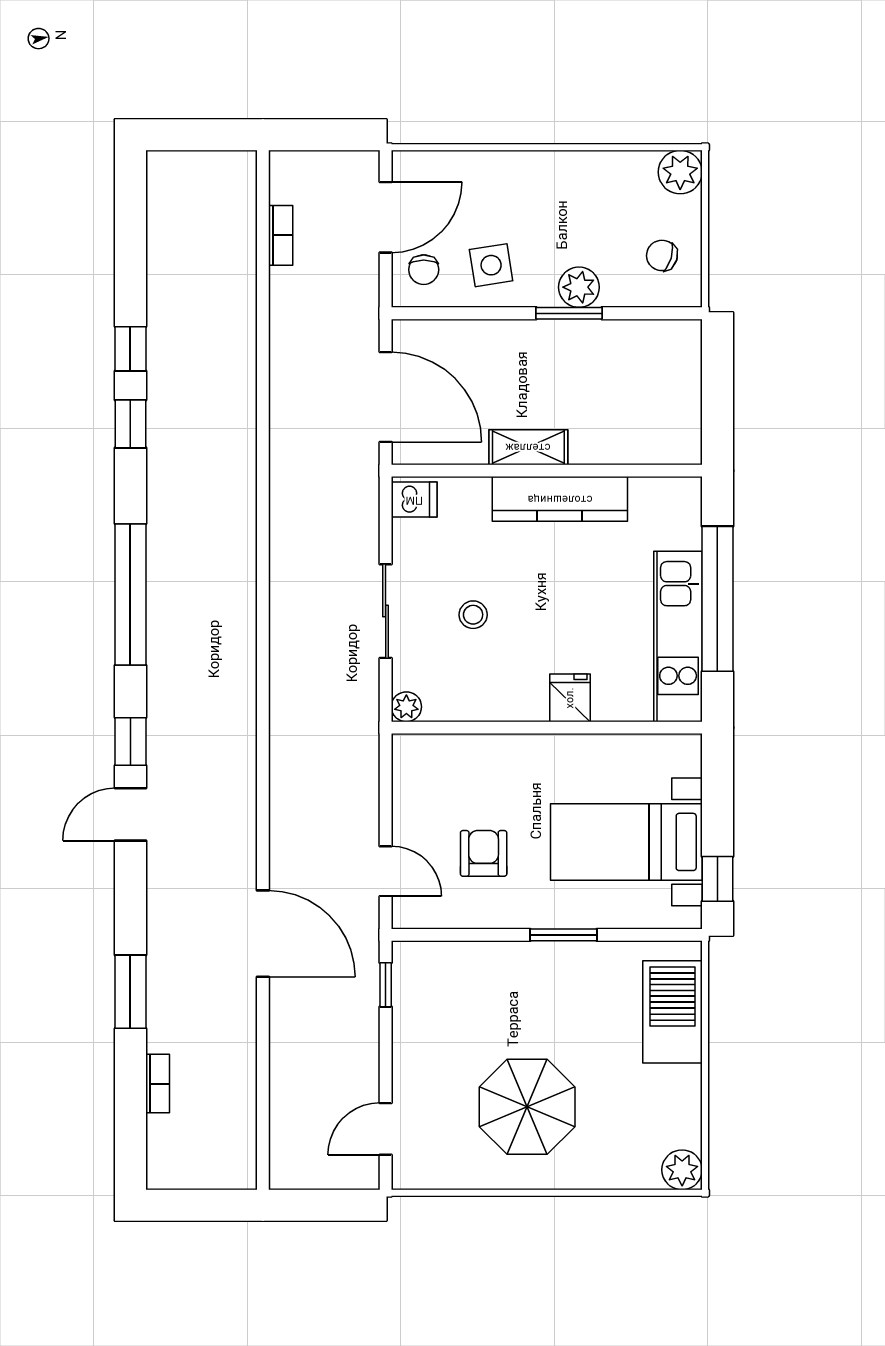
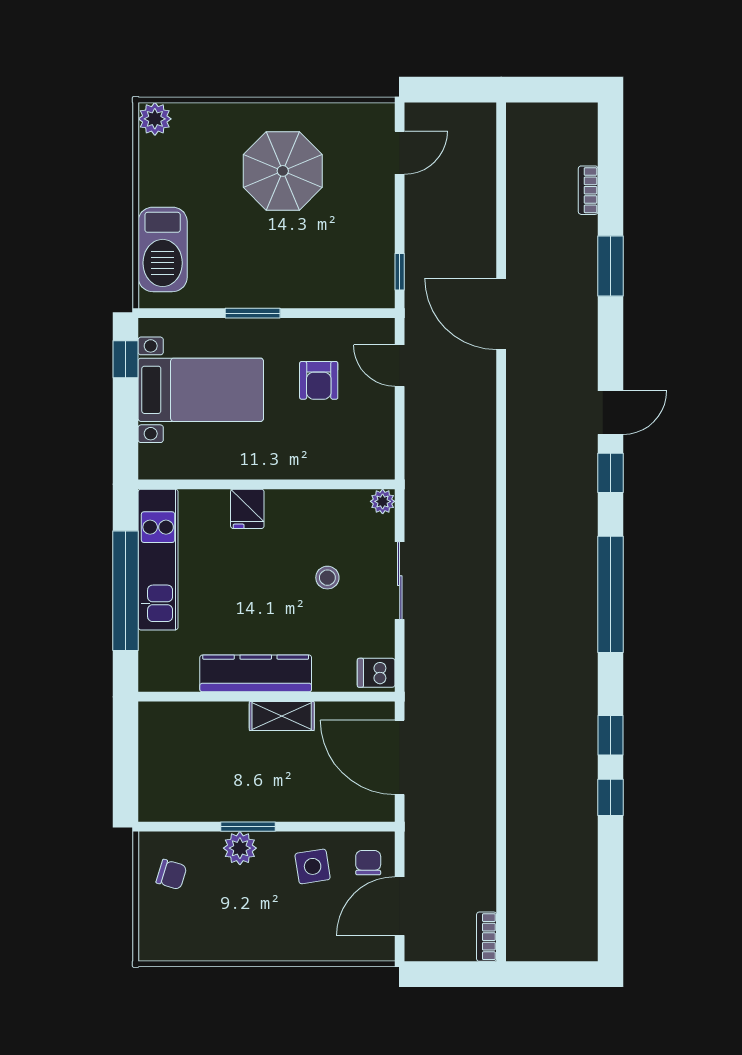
plant: (680, 172) -> (156, 943), removed
bookcase: (281, 235) -> (487, 937), moved

